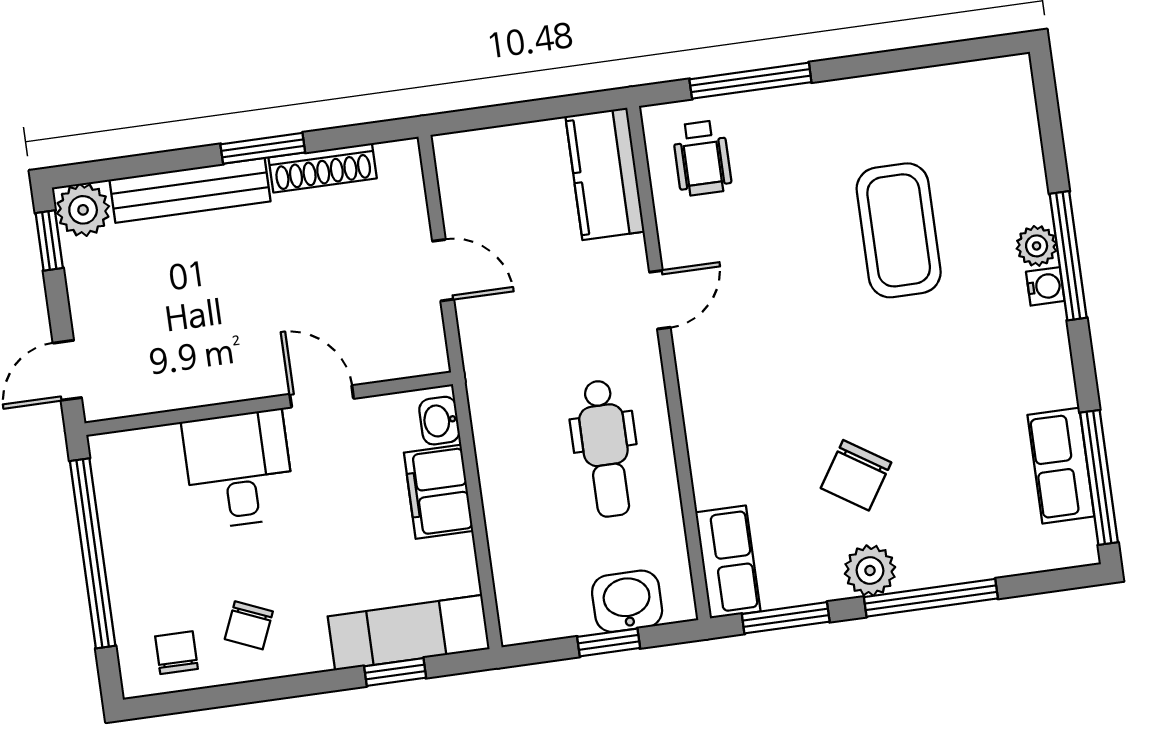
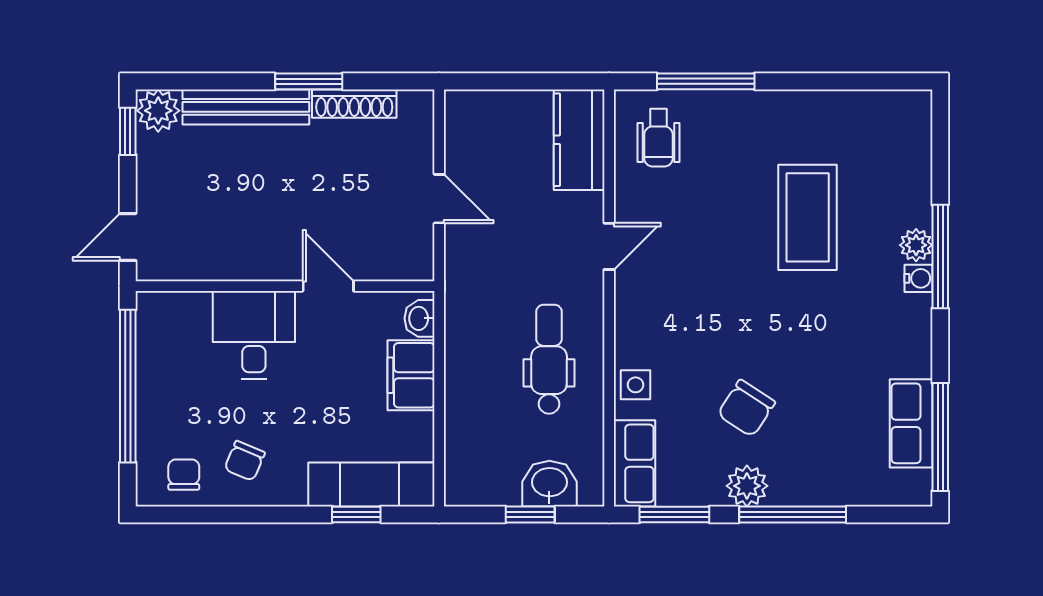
dental chair: (605, 449) -> (549, 359), turned 180
side table: (716, 465) -> (635, 385), added

